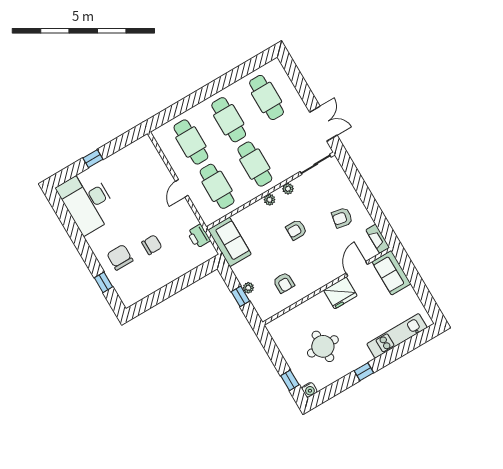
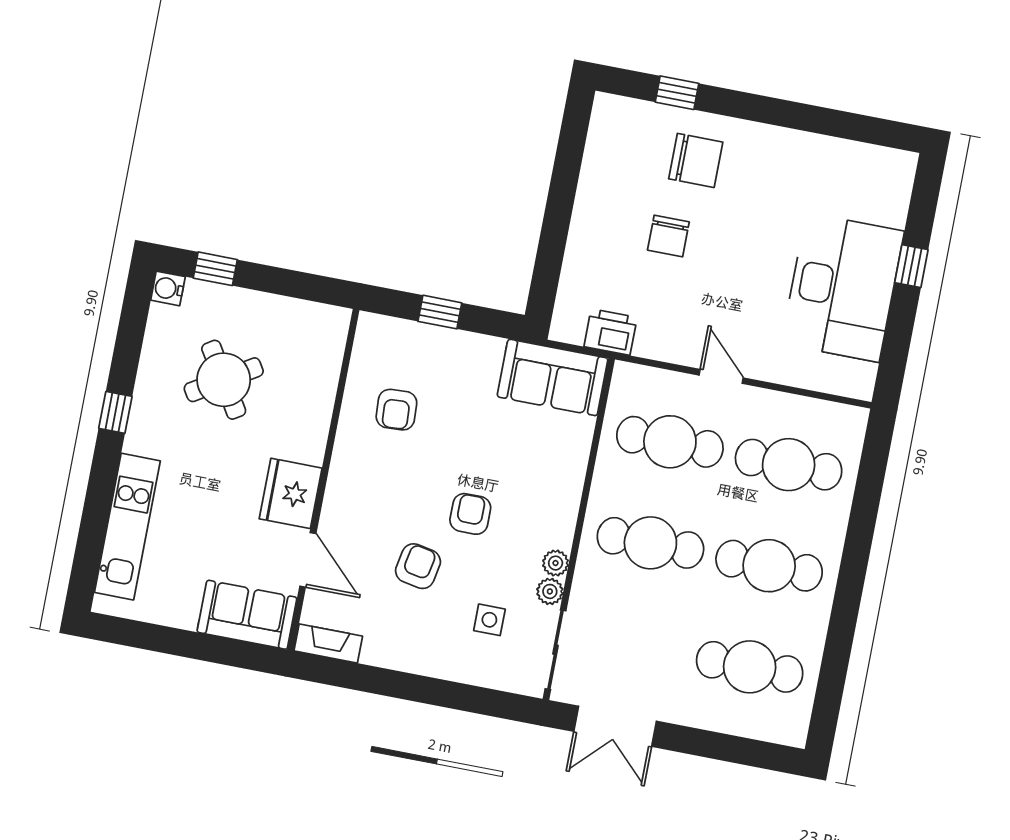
side table: (325, 194) -> (489, 620), added
plant: (270, 200) -> (550, 591), moved
desk: (87, 202) -> (843, 287), moved, turned 90
armchair: (342, 218) -> (418, 566), moved
armchair: (284, 283) -> (396, 410), turned -93
plant: (248, 288) -> (443, 339), removed
round table: (323, 346) -> (224, 380), turned -32

